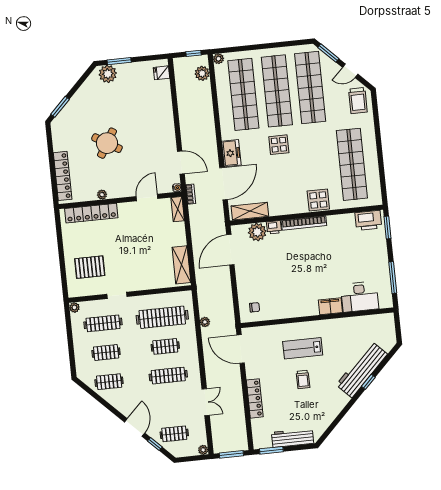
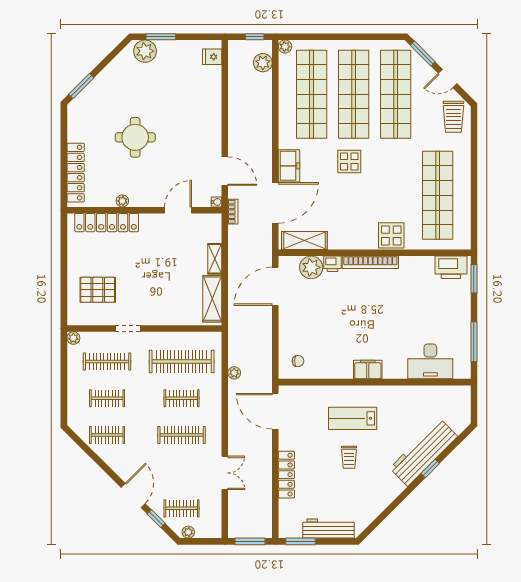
round table: (107, 143) -> (135, 137), turned -31
shelving: (178, 209) -> (215, 259), moved
filing cabinet: (330, 306) -> (368, 370), moved
plant: (203, 450) -> (188, 532), moved

